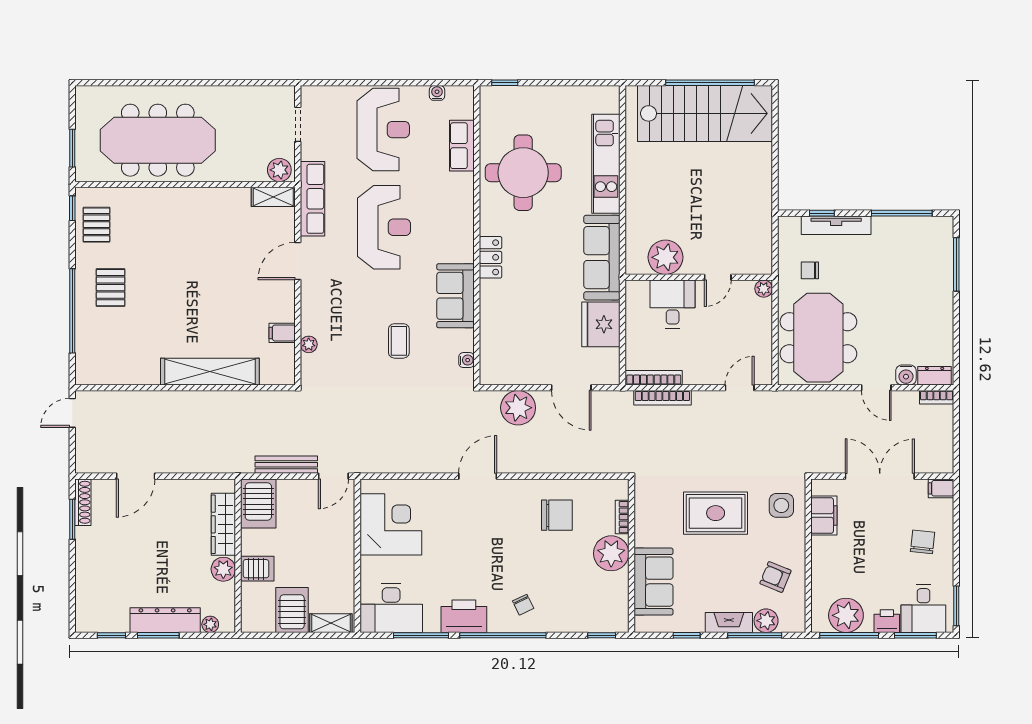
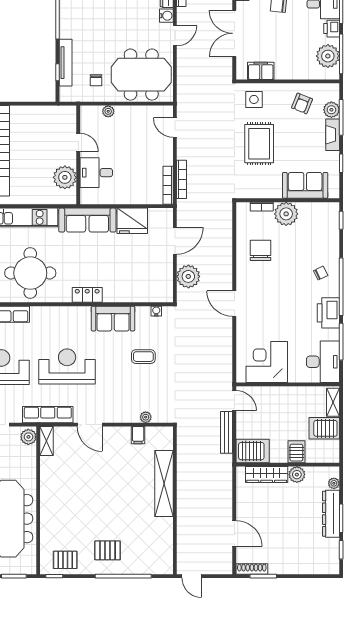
plant: (665, 257) -> (65, 177), moved
wall: (699, 277) -> (78, 155), moved
door: (718, 277) -> (78, 142), moved
desk: (673, 304) -> (96, 173), moved

